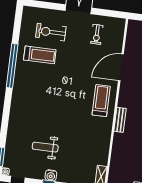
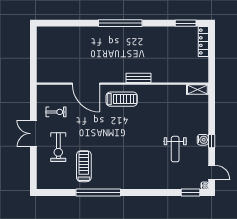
exercise bike: (51, 32) -> (58, 147), moved
treadmill: (101, 101) -> (122, 99), turned 180

